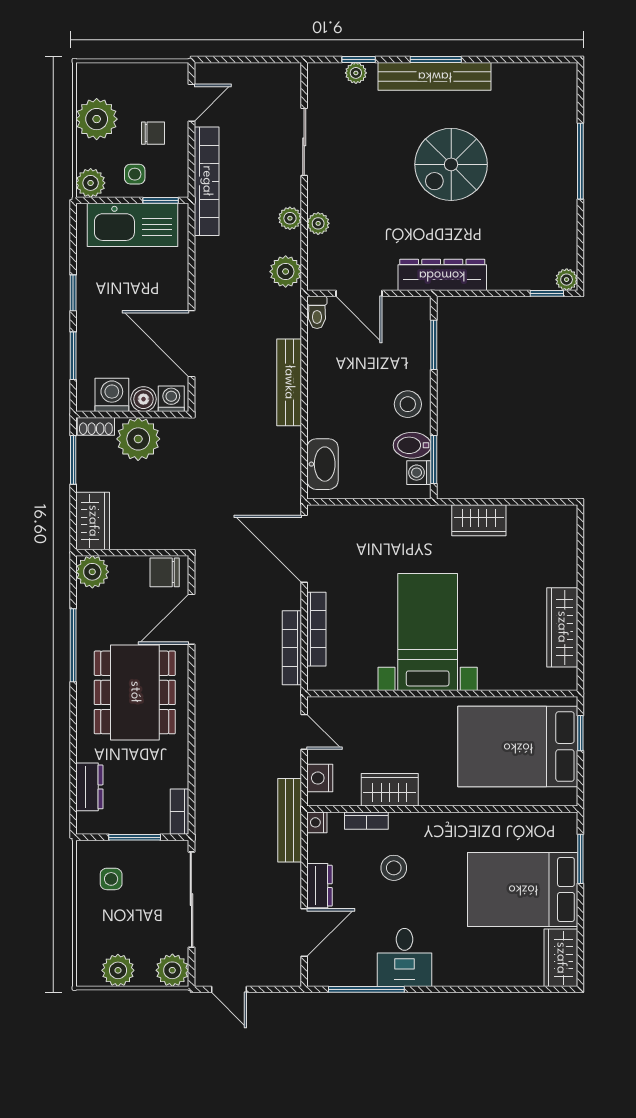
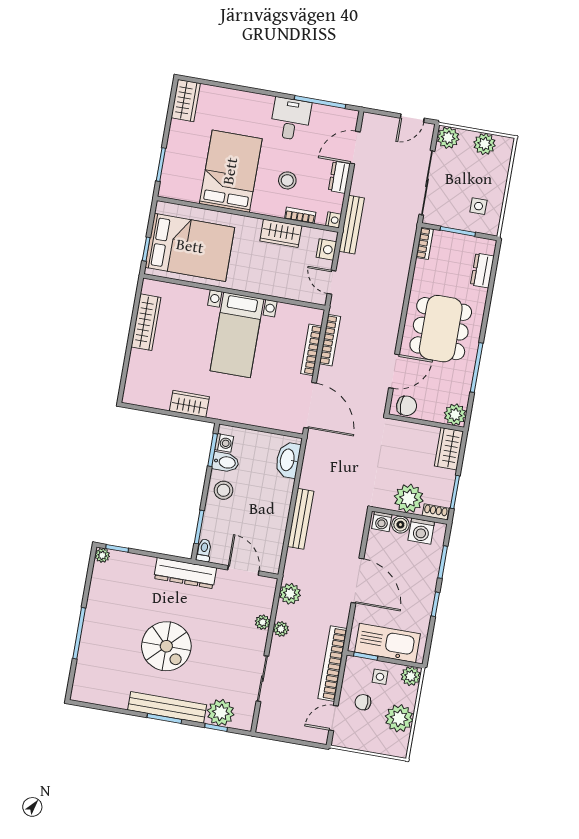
plant: (356, 73) -> (221, 713), width x1.88, depth x1.88
spiral stairs: (451, 164) -> (166, 646), turned 90
toilet: (317, 312) -> (204, 550), moved
door: (191, 344) -> (357, 581), moved
bed: (523, 889) -> (231, 171), moved, turned -90
door: (229, 989) -> (412, 118), swing flipped

